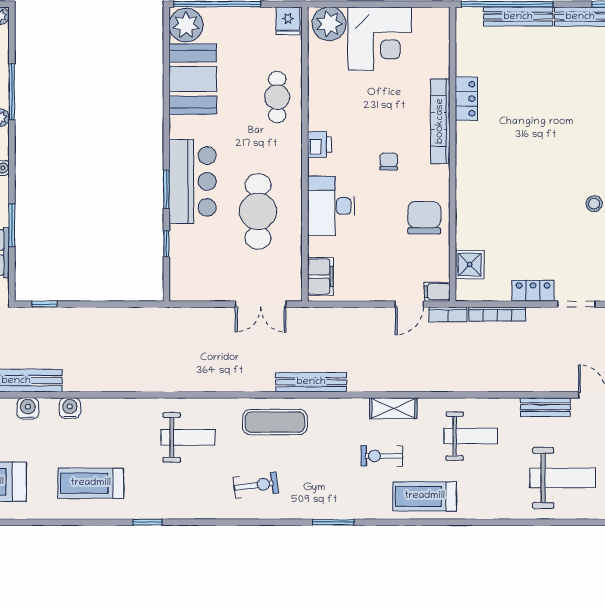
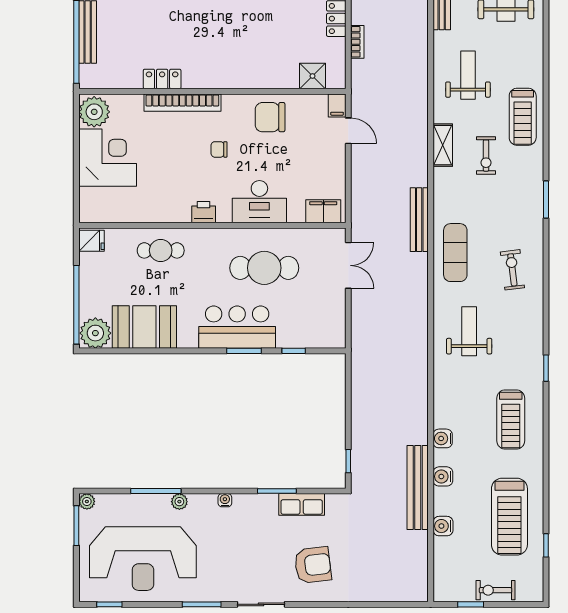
plant: (329, 24) -> (94, 112), moved
bookcase: (448, 314) -> (358, 96), removed
bookcase: (497, 314) -> (357, 42), width x0.64

